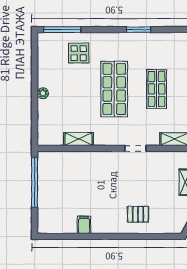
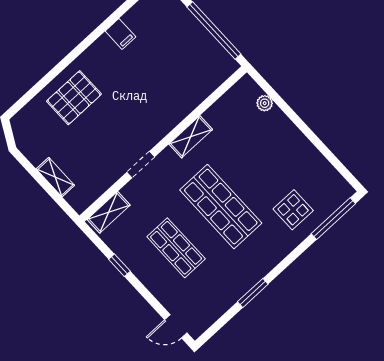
plant: (43, 93) -> (265, 103), moved
shelving: (79, 139) -> (191, 137), moved
pallet: (138, 214) -> (74, 98), width x1.50, depth x1.42

